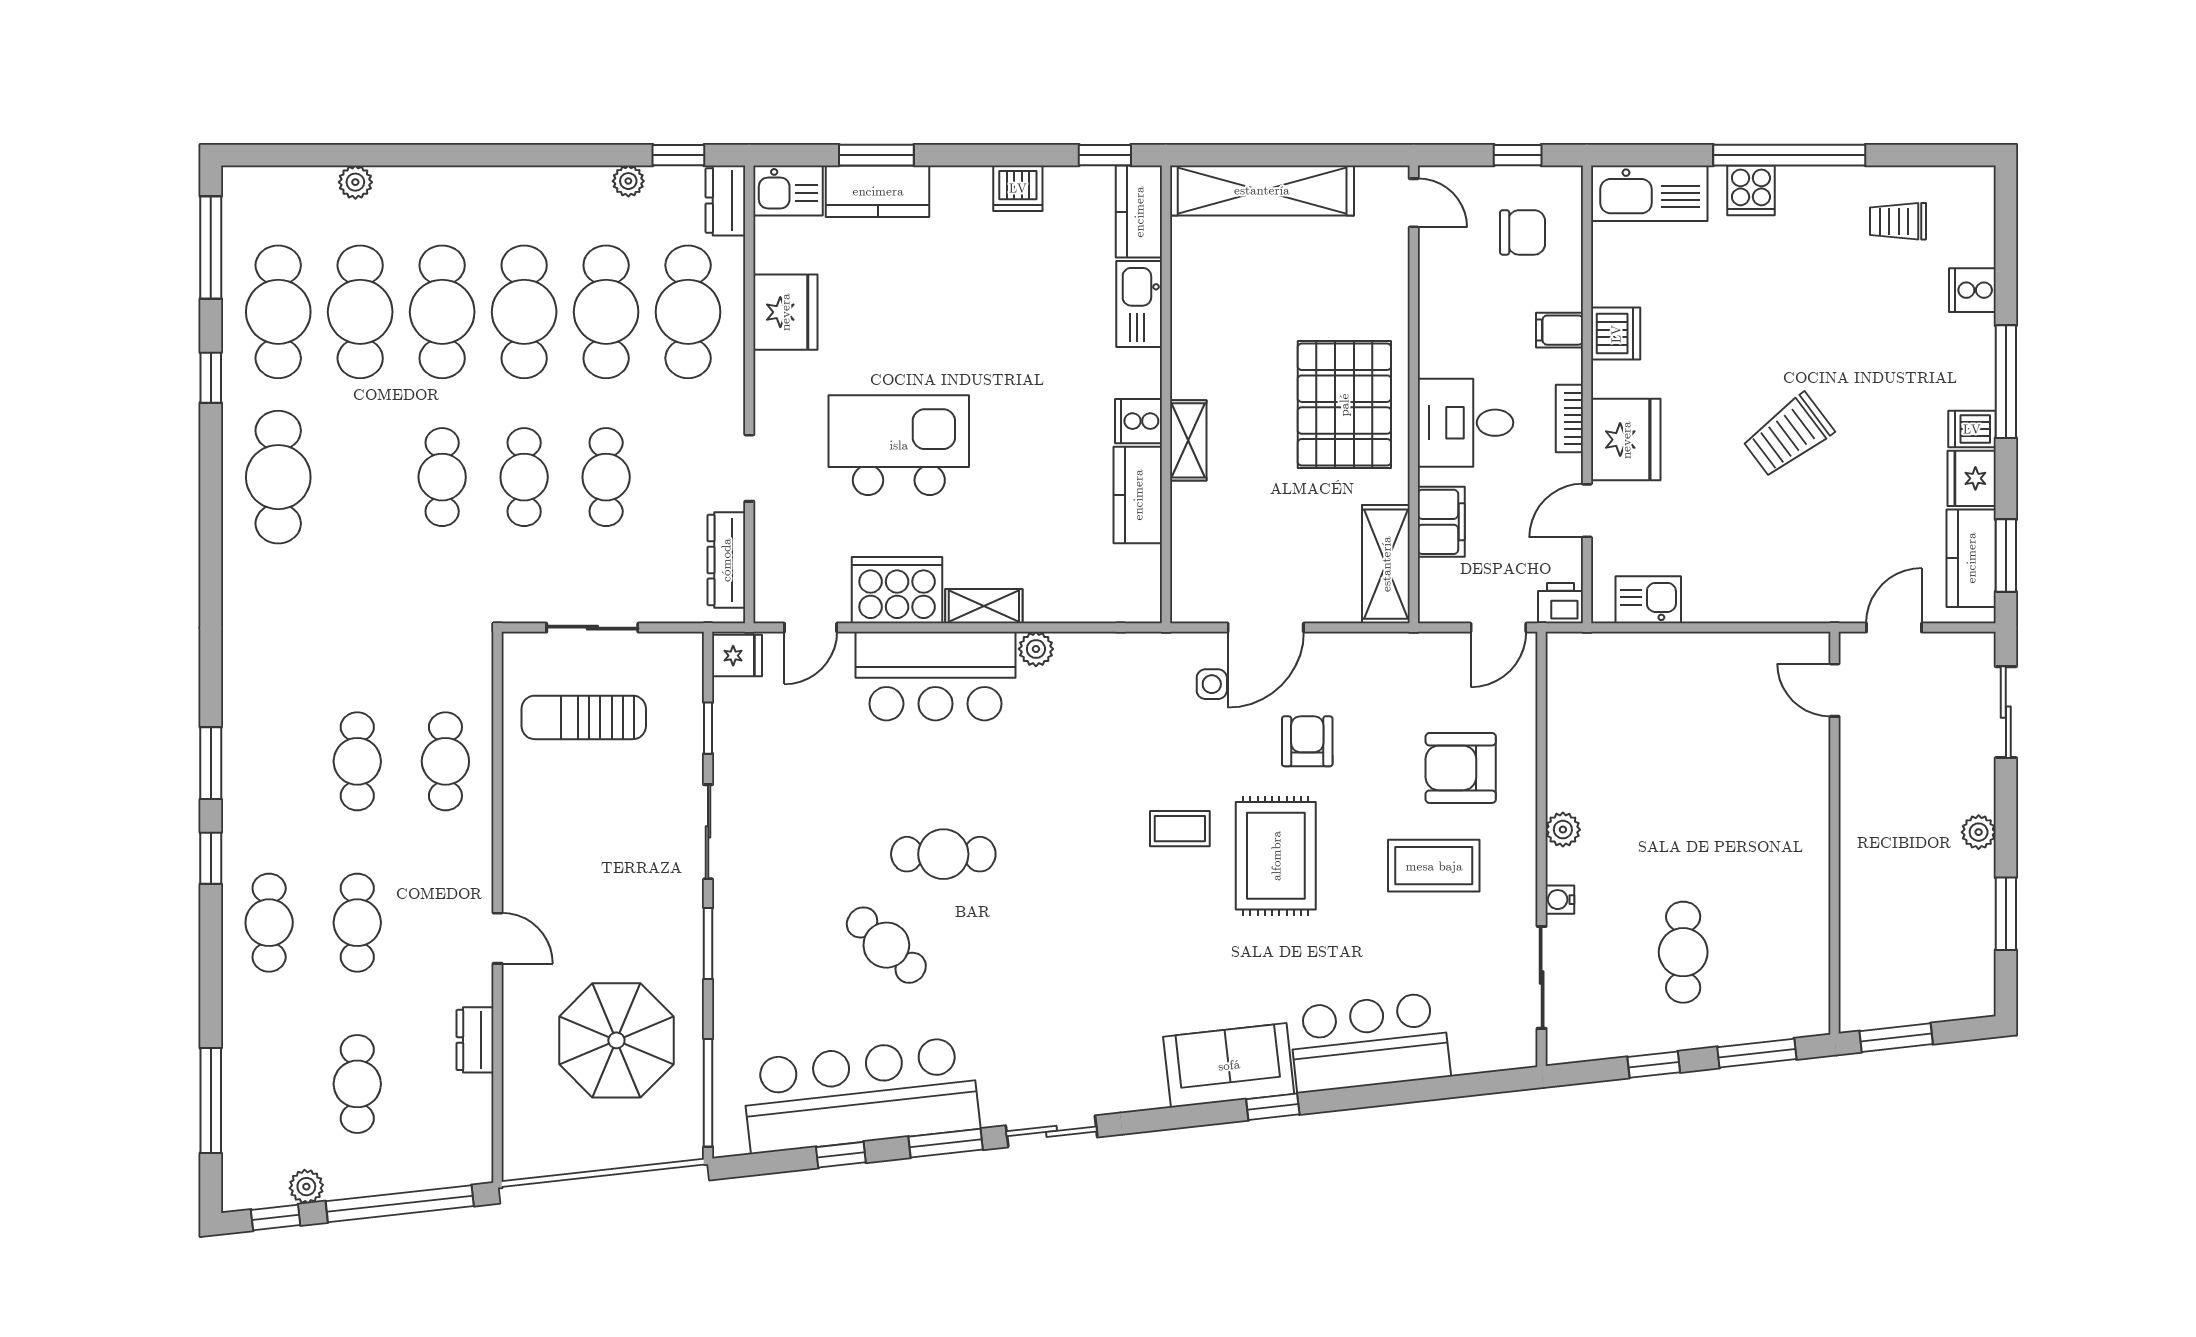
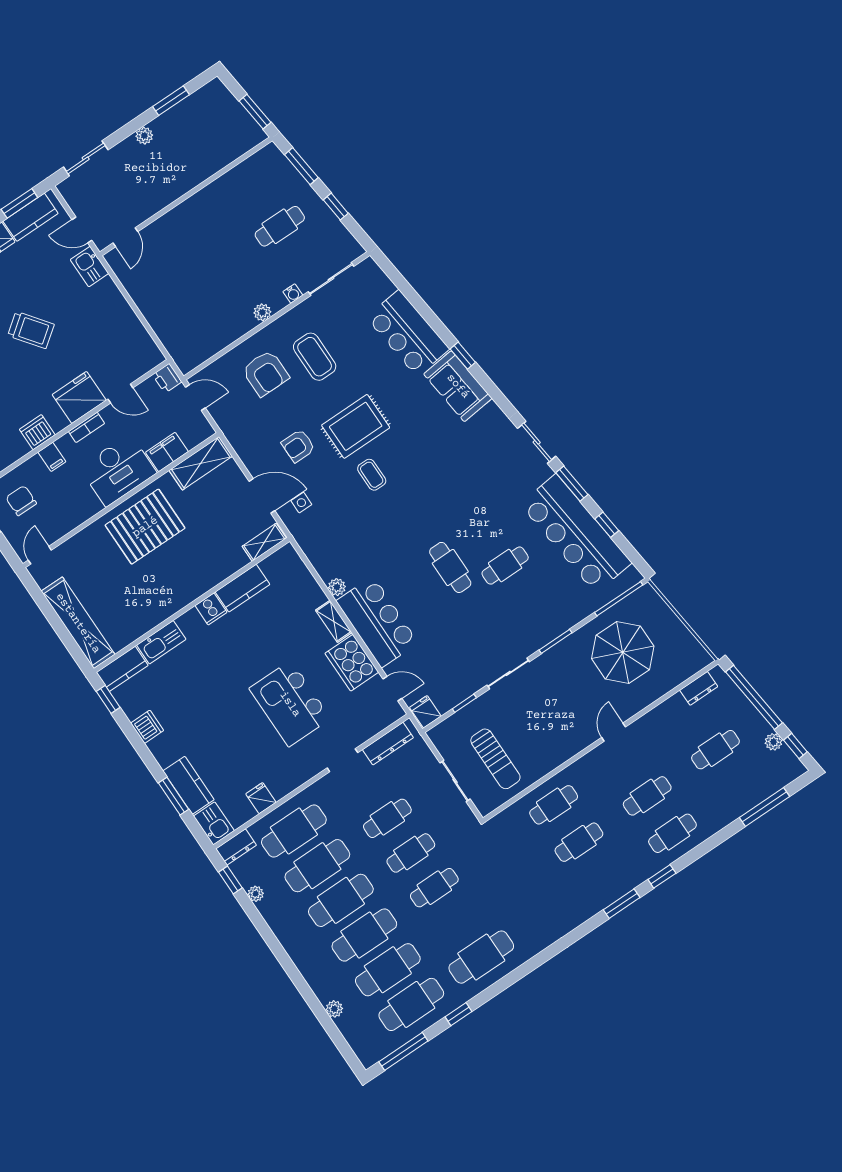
fridge: (785, 312) -> (261, 798), width x0.53, depth x0.75
desk: (1465, 423) -> (118, 470), width x1.37
shelving: (1188, 440) -> (264, 542), moved
kitchen sink: (1648, 600) -> (89, 267), moved
cafe table: (886, 945) -> (505, 566), turned 47
dresser: (475, 1040) -> (699, 688), moved

